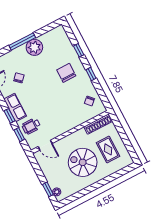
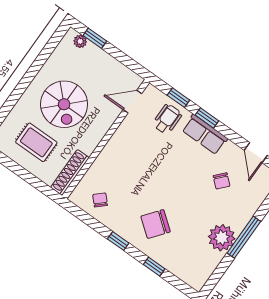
chair: (66, 73) -> (156, 224), turned 128
spiral stairs: (83, 162) -> (64, 104), turned 90

